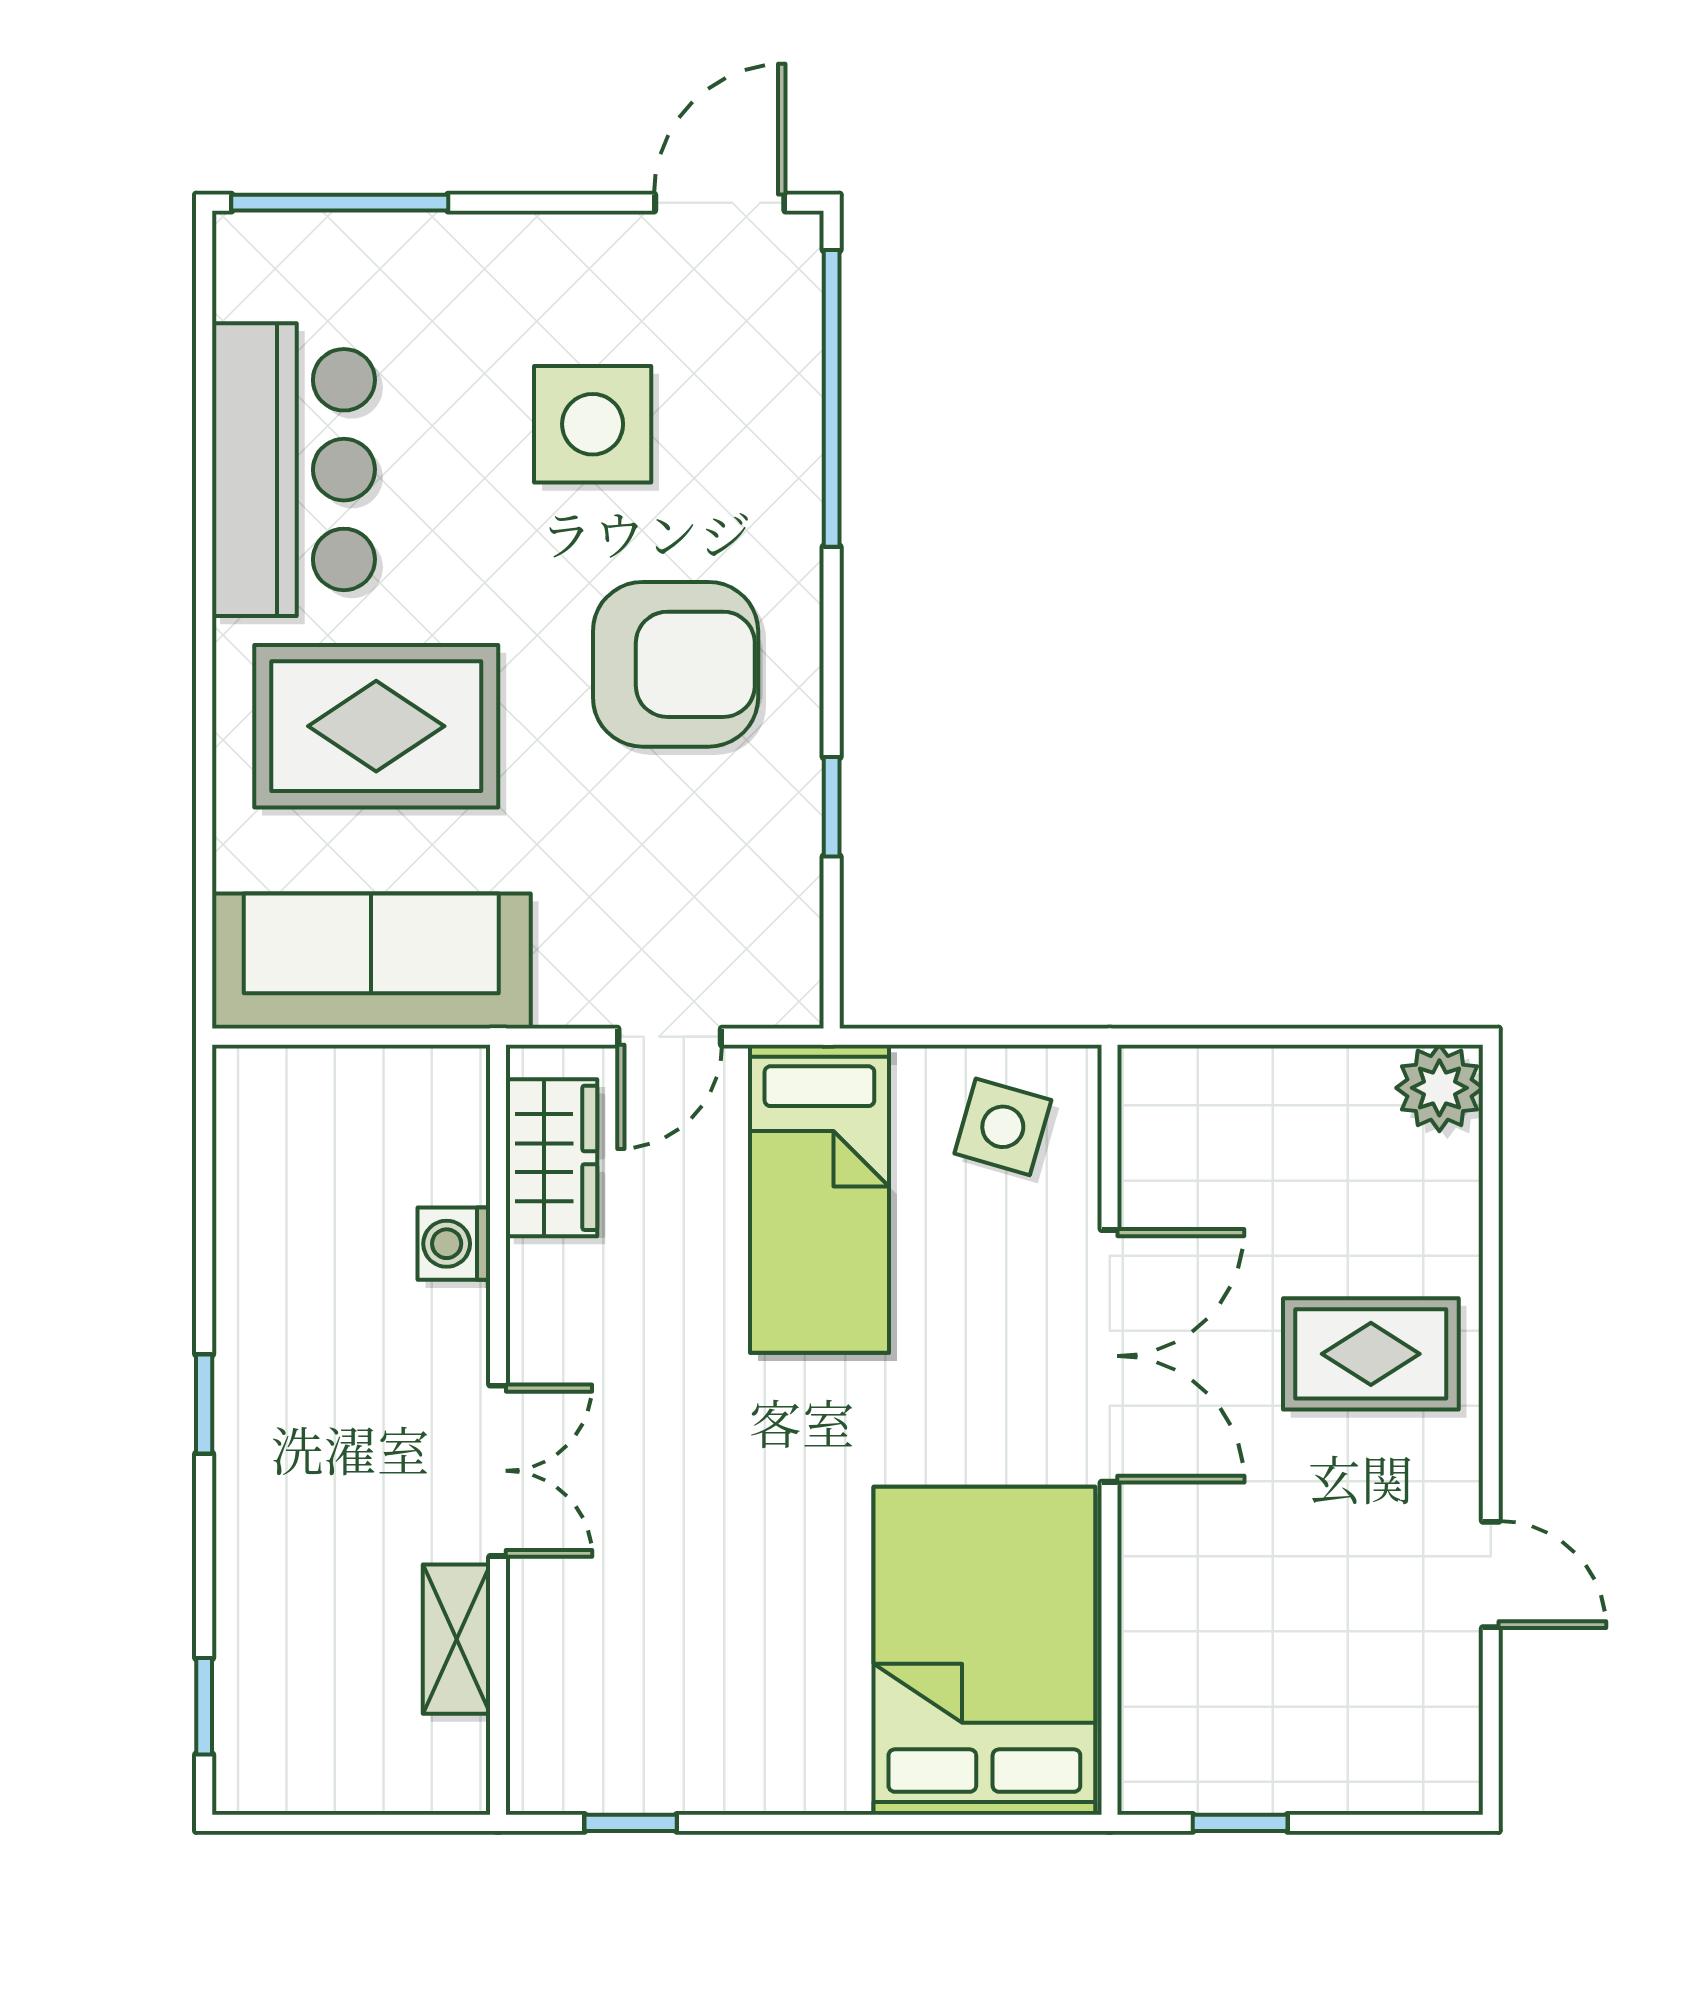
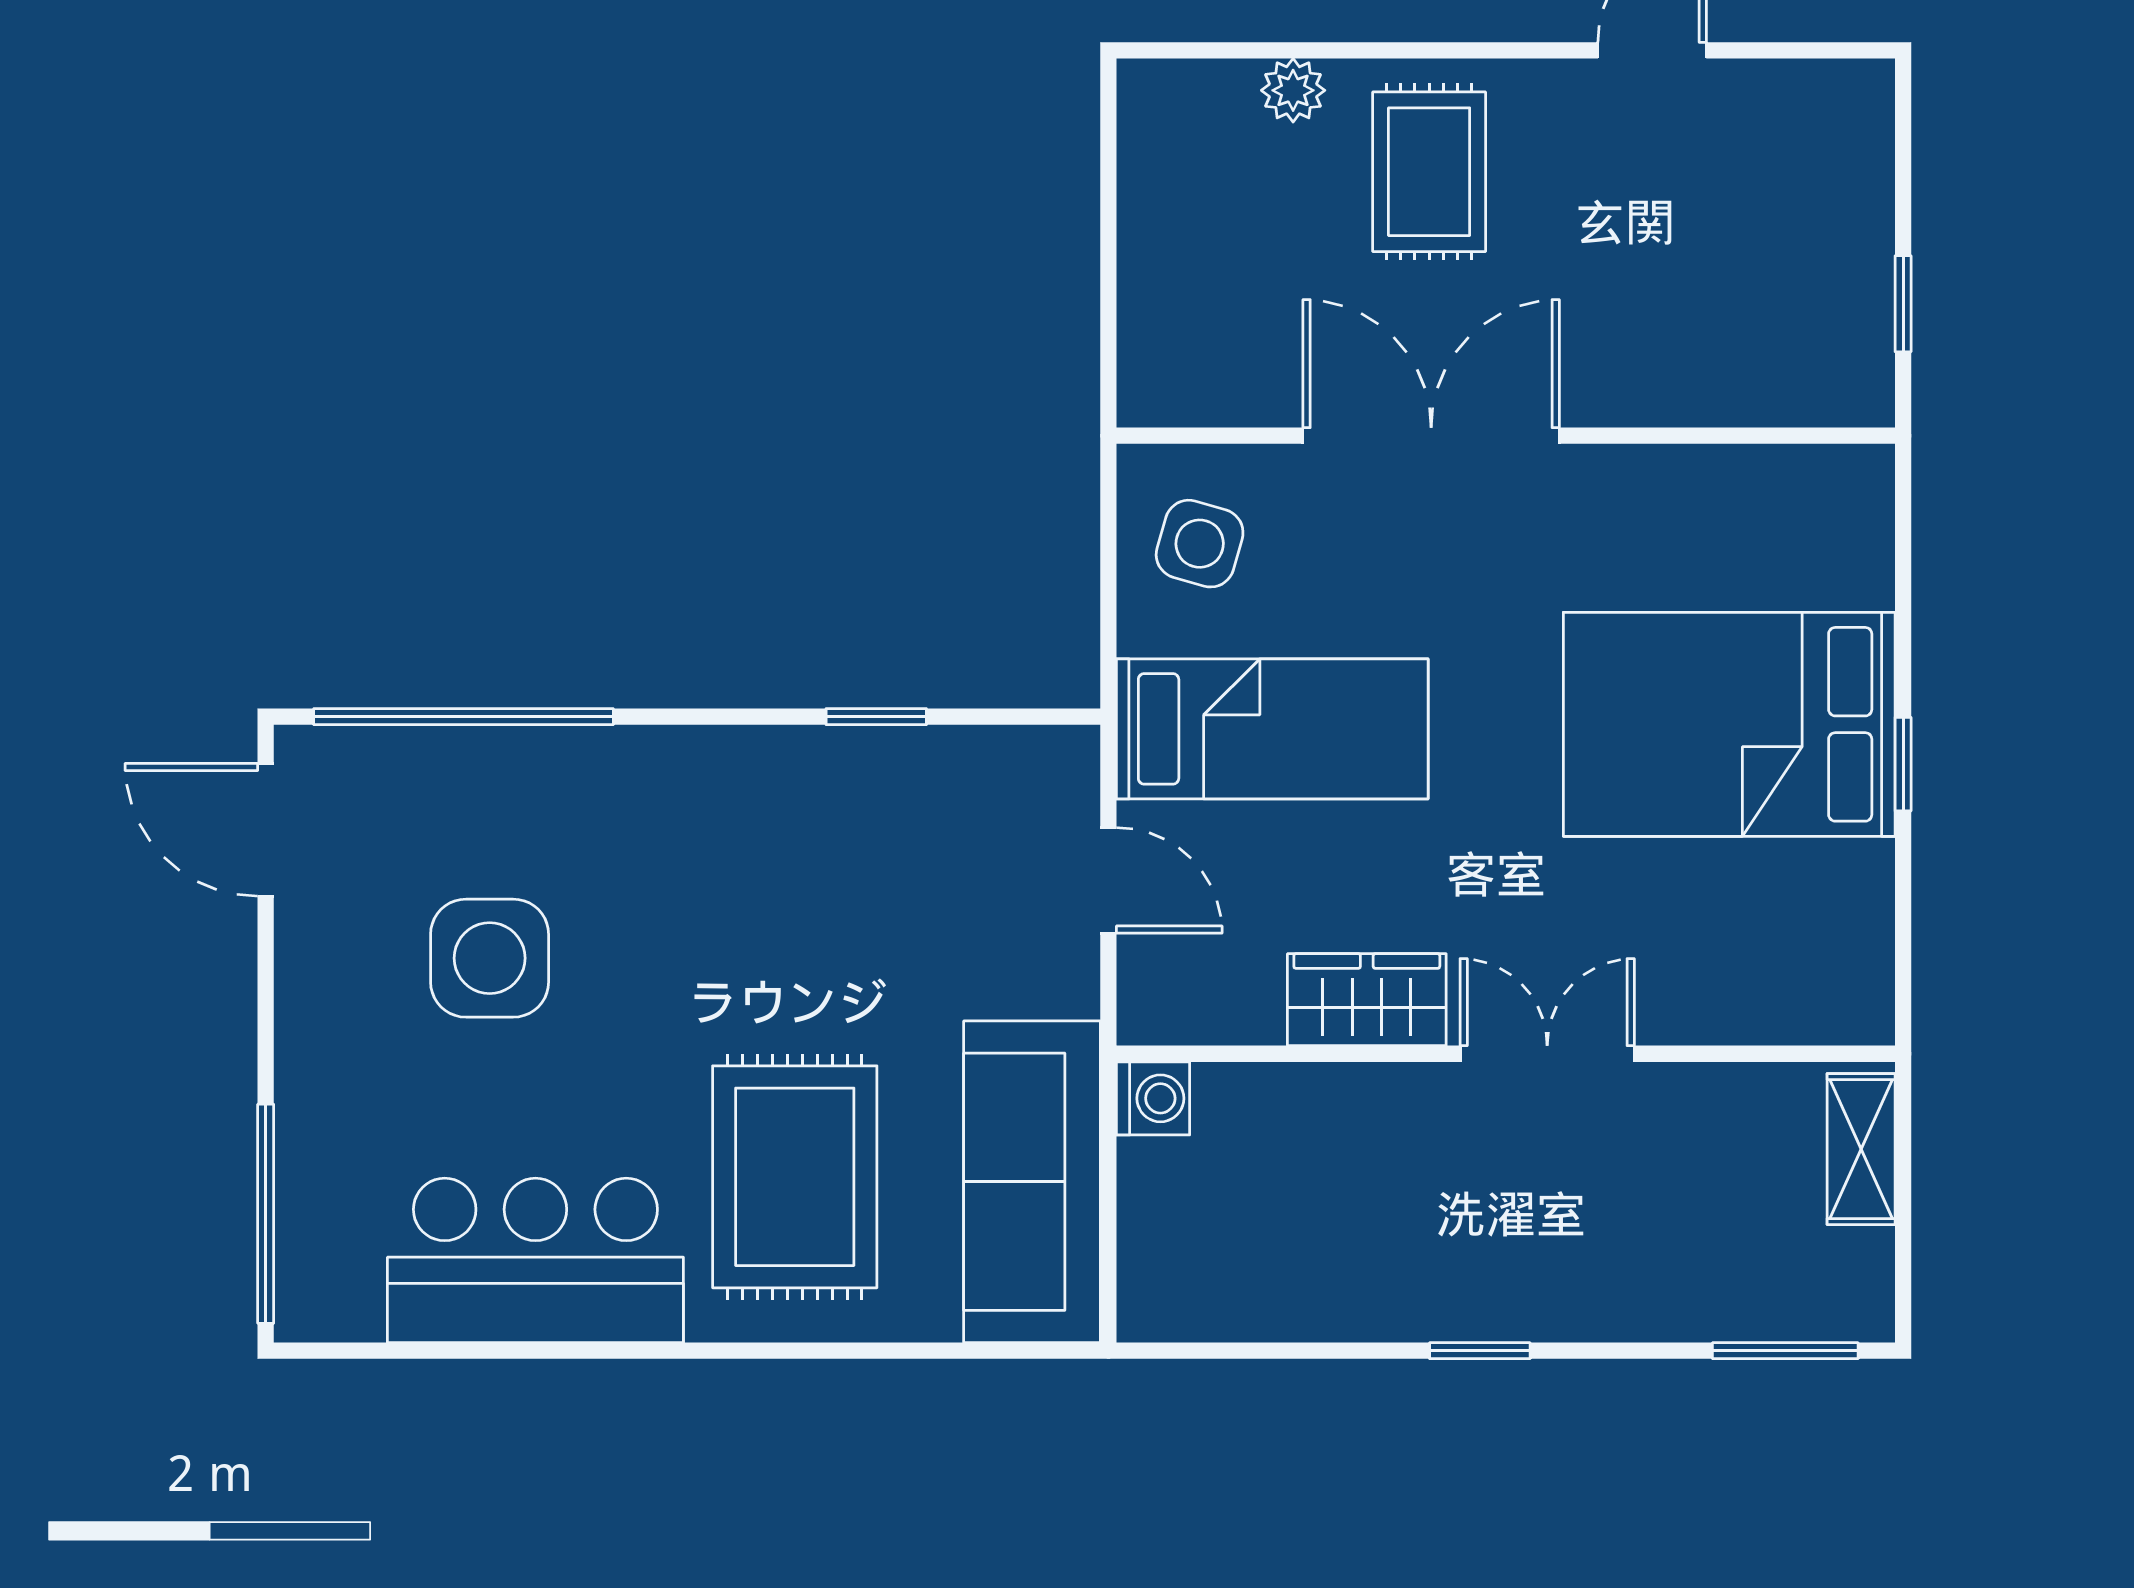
armchair: (676, 664) -> (732, 874), removed
plant: (1439, 1088) -> (1293, 90), moved, width x0.73, depth x0.73
wardrobe: (552, 1158) -> (1367, 1000), moved
washing machine: (454, 1244) -> (1153, 1098), moved, turned -90
shelving: (456, 1639) -> (1861, 1149), moved, turned 90
bed: (984, 1651) -> (1729, 724), moved
window: (204, 1706) -> (1785, 1351), width x1.50
window: (631, 1823) -> (1903, 764), moved

